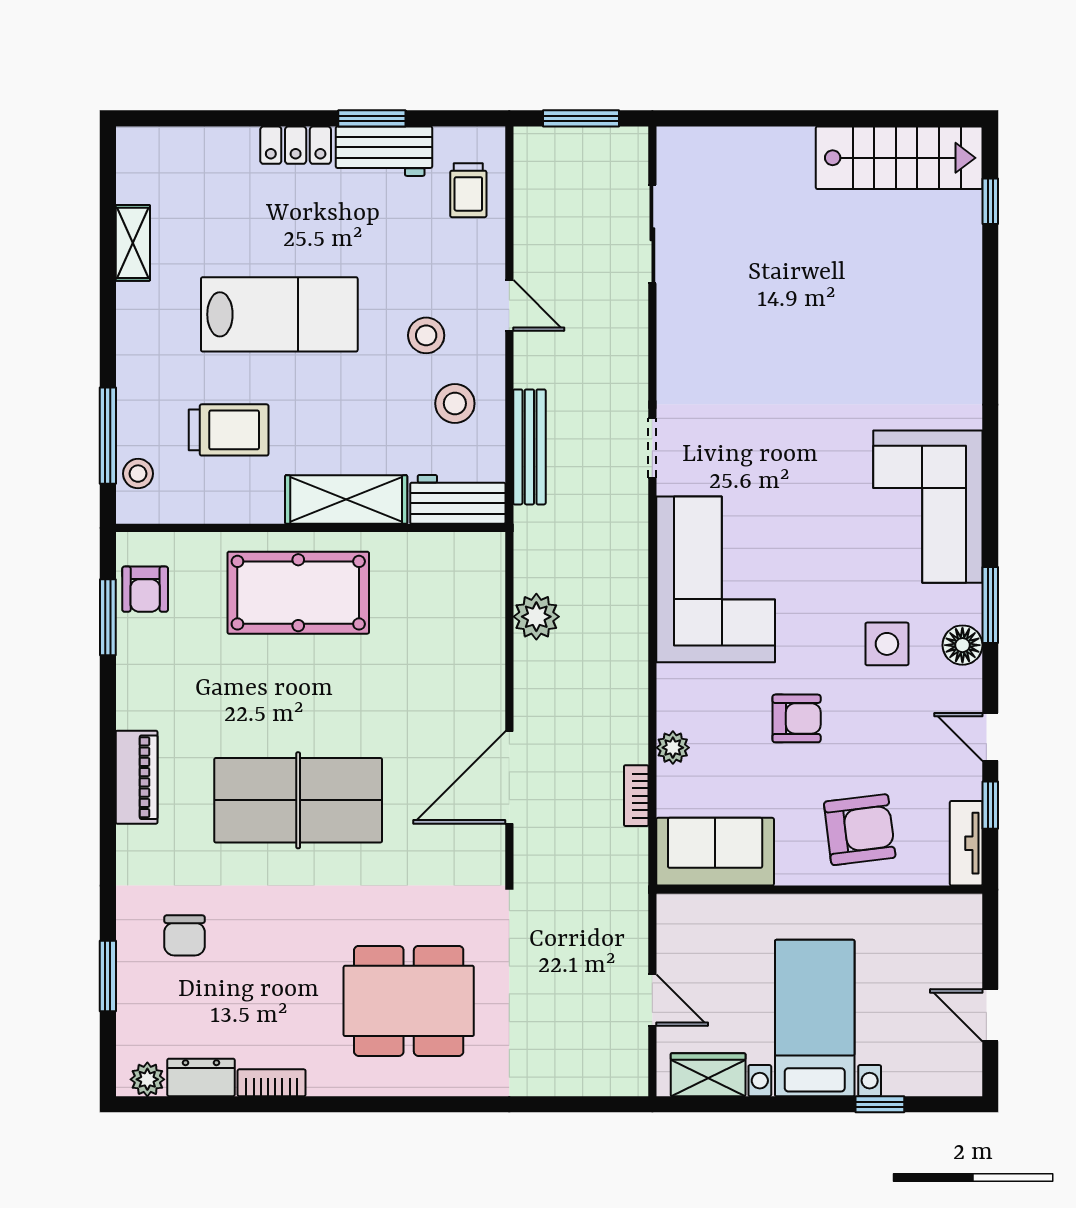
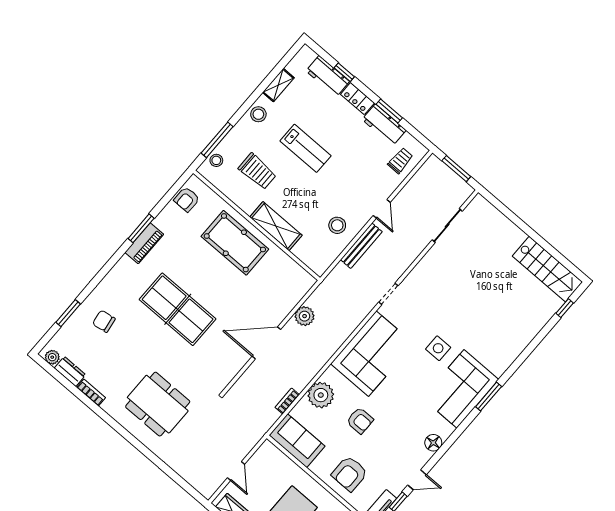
window: (232, 118) -> (344, 72), added
trolley: (468, 190) -> (400, 161), turned 180
lab bench: (279, 314) -> (306, 148), width x0.73, depth x0.72
stool: (426, 335) -> (258, 114), moved
bench: (529, 447) -> (361, 246), moved
workbench: (458, 499) -> (328, 76), moved, turned 180
window: (990, 605) -> (489, 397), moved
window: (108, 617) -> (141, 228), moved
side table: (887, 644) -> (438, 348), moved
door: (990, 737) -> (417, 480), swing flipped
plant: (673, 748) -> (321, 395), width x1.87, depth x1.87
piano: (137, 777) -> (144, 243), moved
door: (509, 777) -> (266, 343), moved
armchair: (860, 830) -> (349, 474), turned 97
chair: (185, 935) -> (104, 321), turned 81

